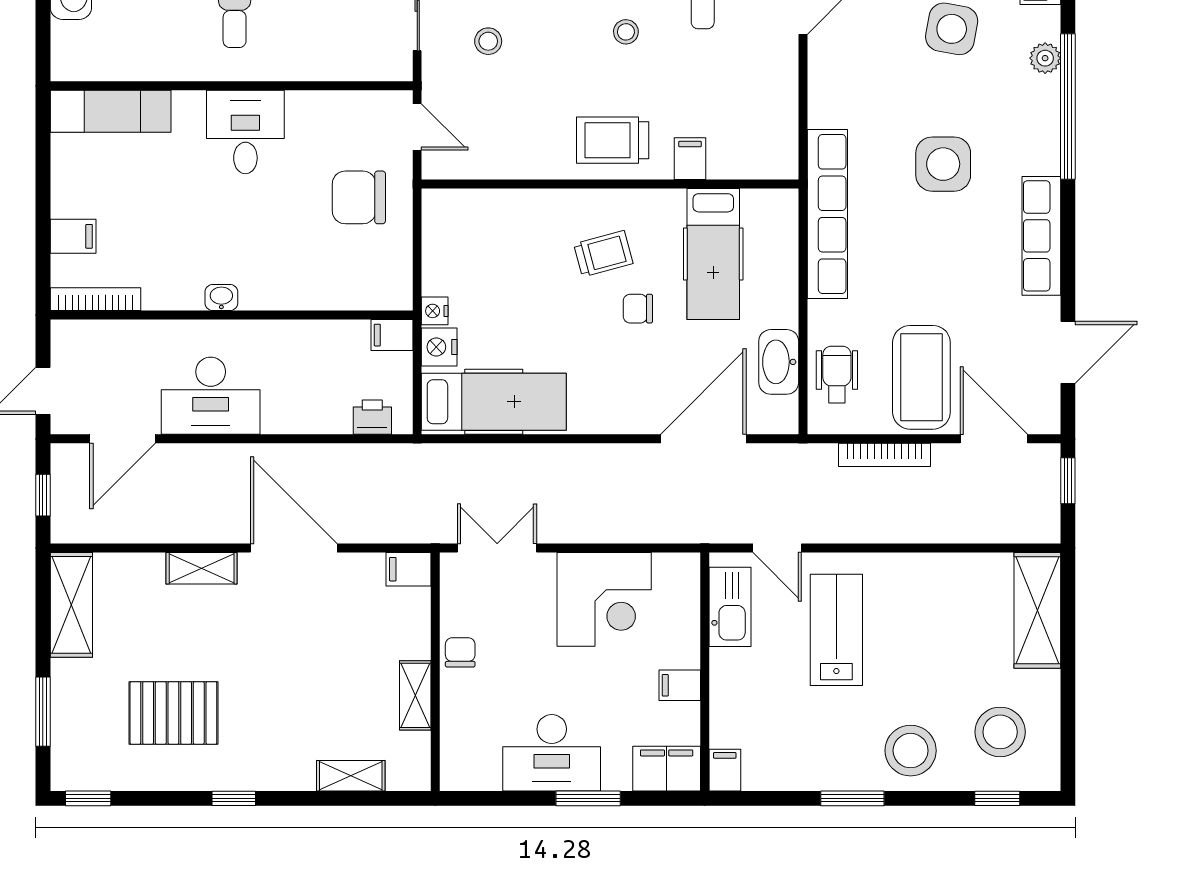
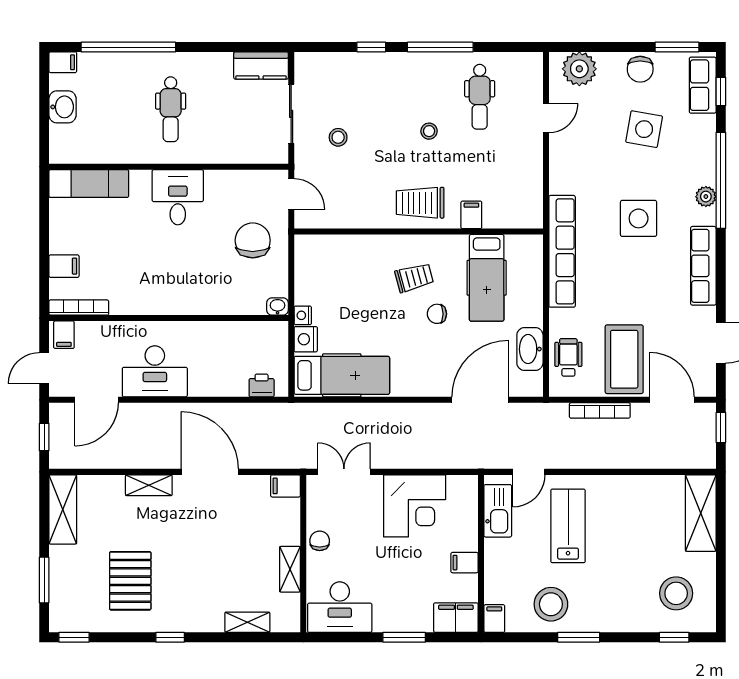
plant: (1045, 58) -> (706, 197), moved
chair: (359, 197) -> (253, 240), turned 90
washbasin: (221, 297) -> (278, 306), moved
filing cabinet: (392, 335) -> (64, 335), moved, turned -90
door: (777, 548) -> (529, 472), hinge flipped
pallet: (173, 713) -> (130, 581), turned 90
stool: (911, 751) -> (551, 604), moved
desk: (552, 753) -> (340, 607), moved

